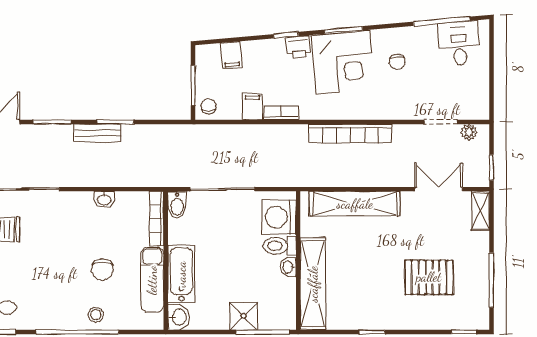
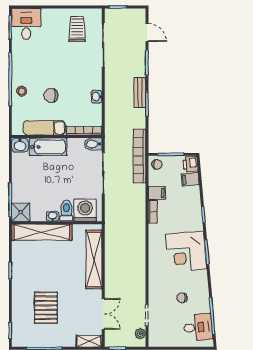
printer: (298, 47) -> (190, 164), moved
chair: (397, 62) -> (182, 298), moved
bookcase: (350, 133) -> (139, 156), moved
shower: (244, 316) -> (21, 212), moved

